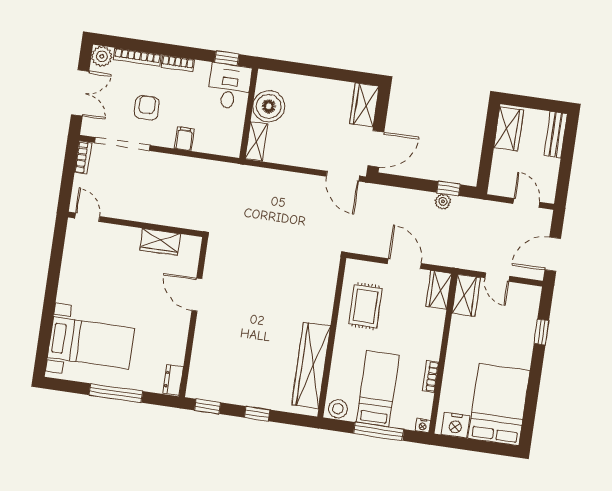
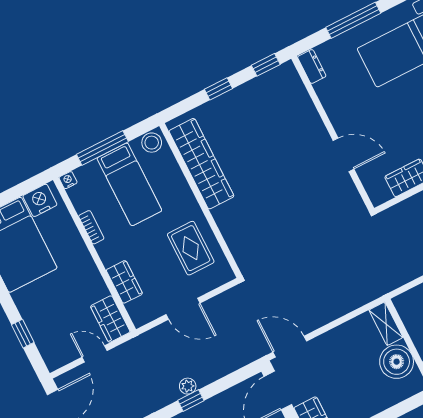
wardrobe: (439, 290) -> (124, 282), moved

